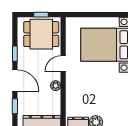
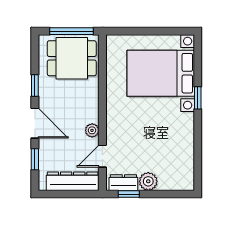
window: (41, 15) -> (71, 31), width x2.17
door: (63, 64) -> (102, 156), moved

